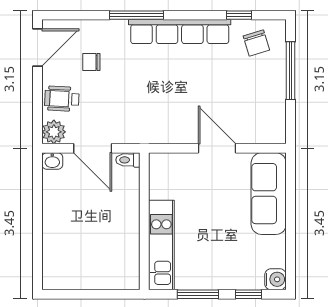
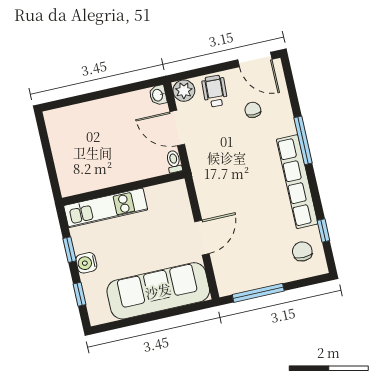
chair: (256, 43) -> (302, 251), turned 107
window: (290, 71) -> (258, 293), moved
door: (93, 148) -> (177, 128), hinge flipped
sofa: (269, 194) -> (158, 291), width x1.36, depth x1.27
water cooler: (275, 279) -> (86, 263), moved, turned 90
window: (198, 294) -> (69, 250), width x0.67

